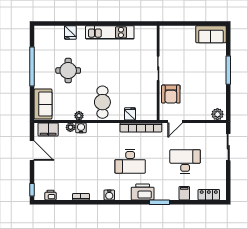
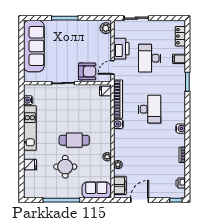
water cooler: (140, 31) -> (28, 100), added
sofa: (211, 34) -> (34, 46), width x1.85, depth x1.27
cafe table: (102, 102) -> (74, 140), moved
fridge: (130, 114) -> (105, 91), moved
door: (175, 121) -> (112, 67), swing flipped
water cooler: (81, 128) -> (118, 124), moved
printer: (143, 192) -> (121, 49), moved, turned 180

